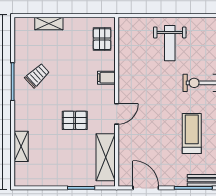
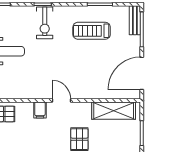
door: (117, 114) -> (61, 100), moved
door: (146, 188) -> (142, 73), width x1.36

